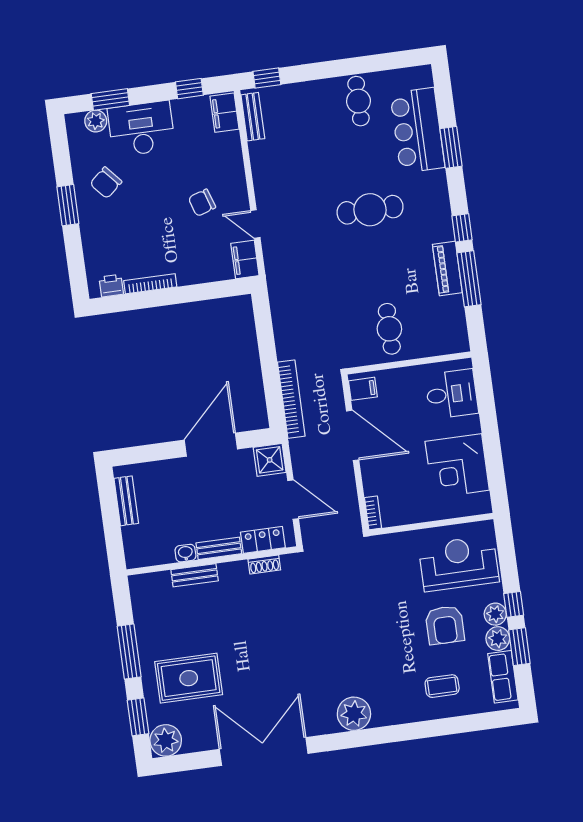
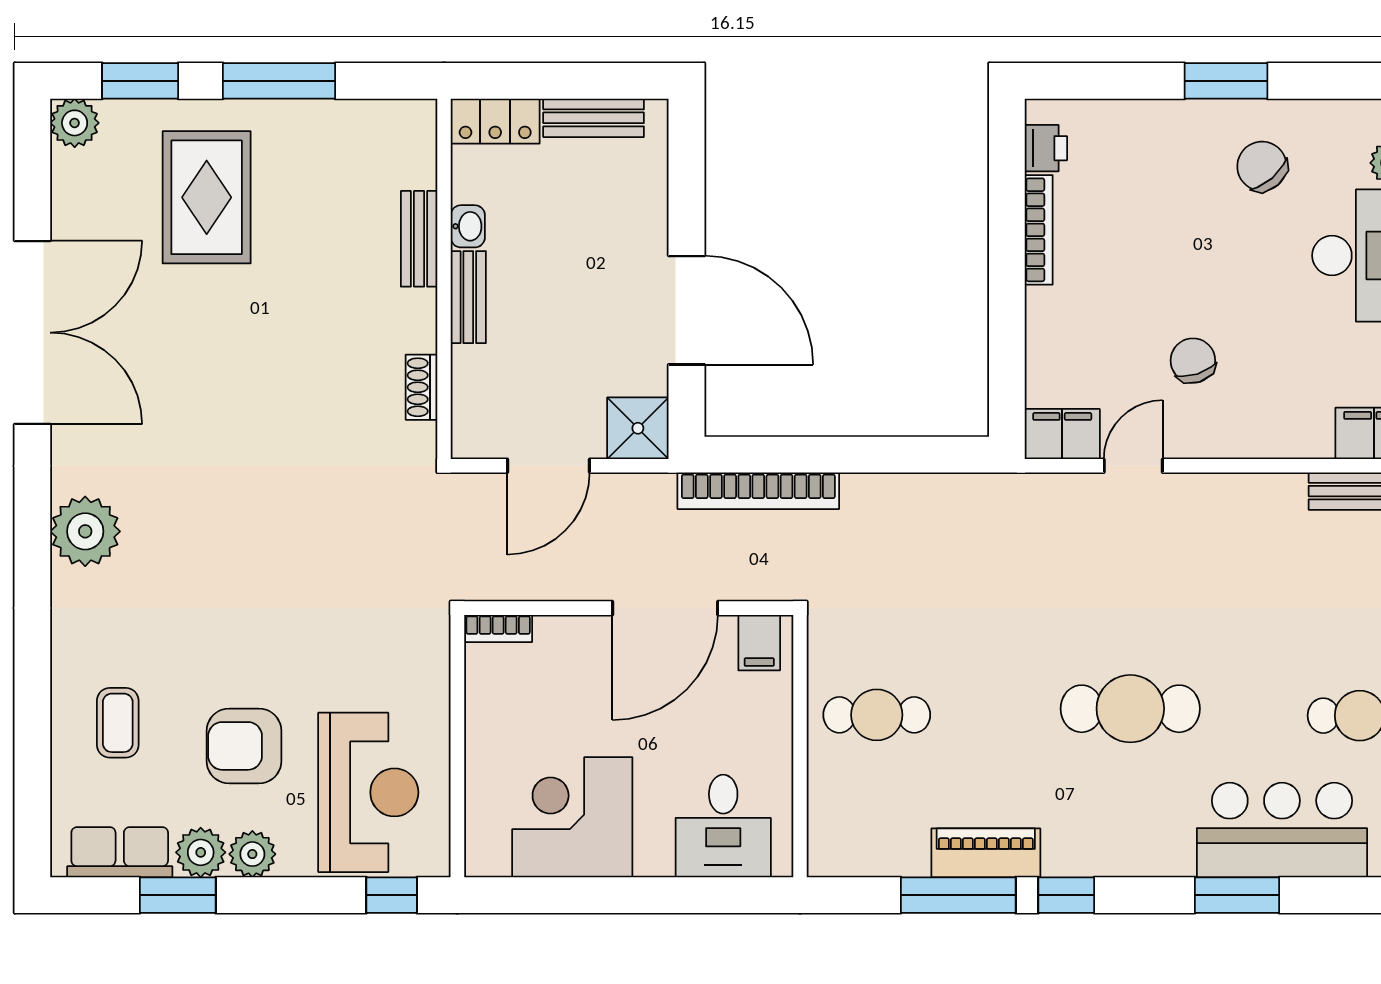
cafe table: (370, 210) -> (1130, 709), turned 90
locker: (263, 540) -> (495, 121), moved, turned 90
window: (514, 604) -> (392, 895), moved
plant: (166, 740) -> (75, 123), width x0.73, depth x0.73

